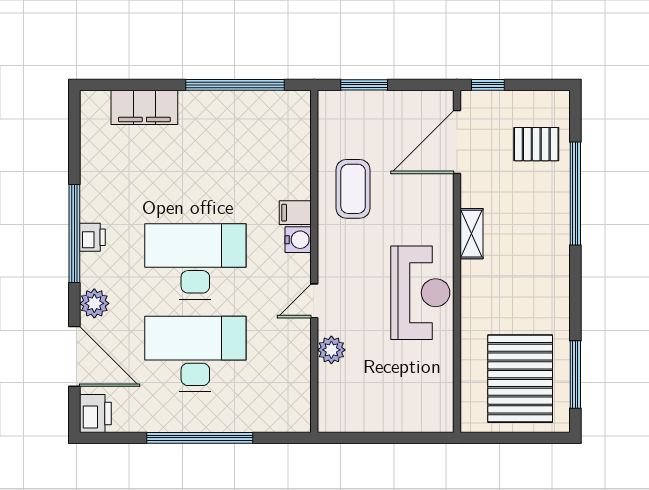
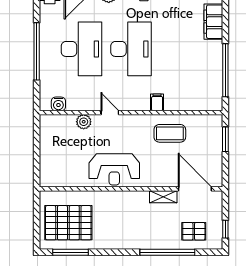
window: (488, 85) -> (225, 229), moved
pallet: (536, 144) -> (194, 231), turned 90
shelving: (472, 234) -> (163, 197), moved
water cooler: (298, 240) -> (58, 104), moved

